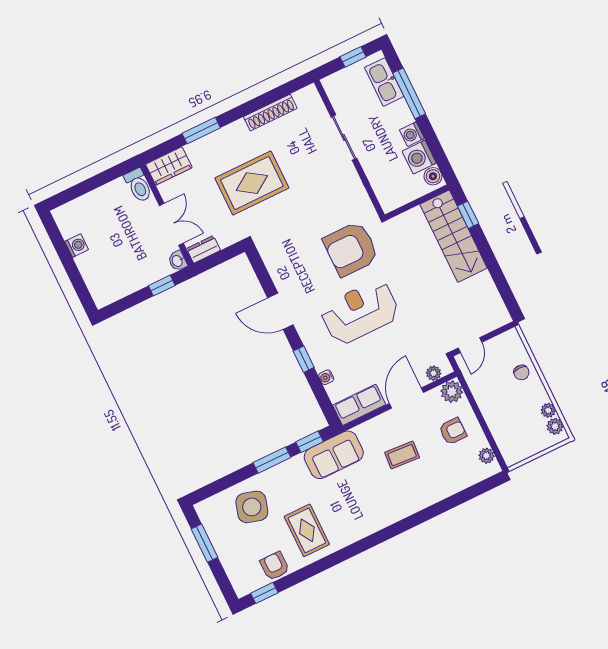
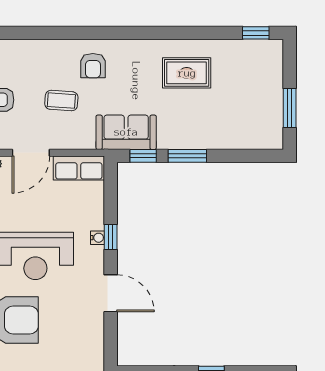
water cooler: (326, 377) -> (98, 238), moved
side table: (252, 507) -> (228, 121), removed
rug: (307, 530) -> (187, 73), turned 90
armchair: (275, 566) -> (93, 66), moved

